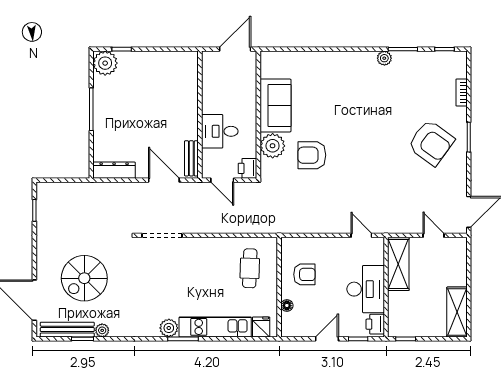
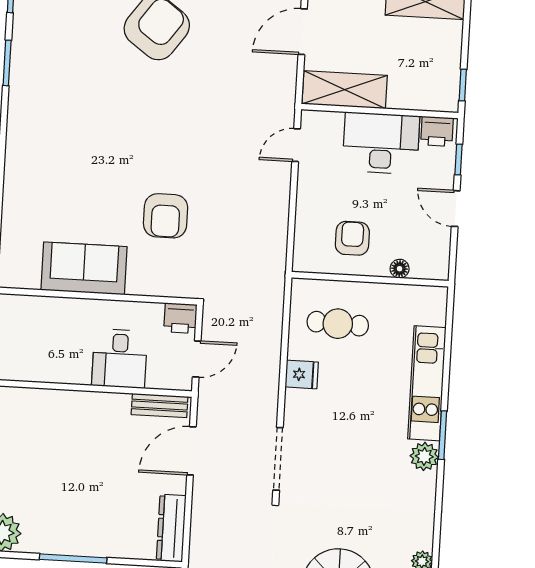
plant: (384, 58) -> (20, 93), removed
plant: (273, 146) -> (147, 277), removed
door: (434, 235) -> (303, 32), width x1.38
fridge: (261, 327) -> (302, 375), moved, turned 180

